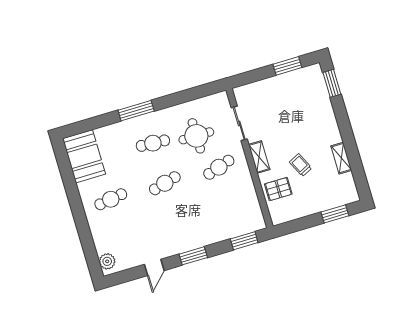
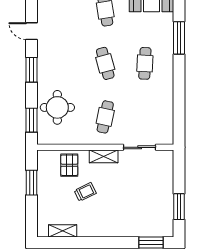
window: (136, 111) -> (179, 38), moved
round table: (196, 136) -> (57, 107), moved
shelving: (341, 158) -> (63, 231), moved
cafe table: (219, 167) -> (105, 117), turned 30
window: (335, 214) -> (31, 183), moved

